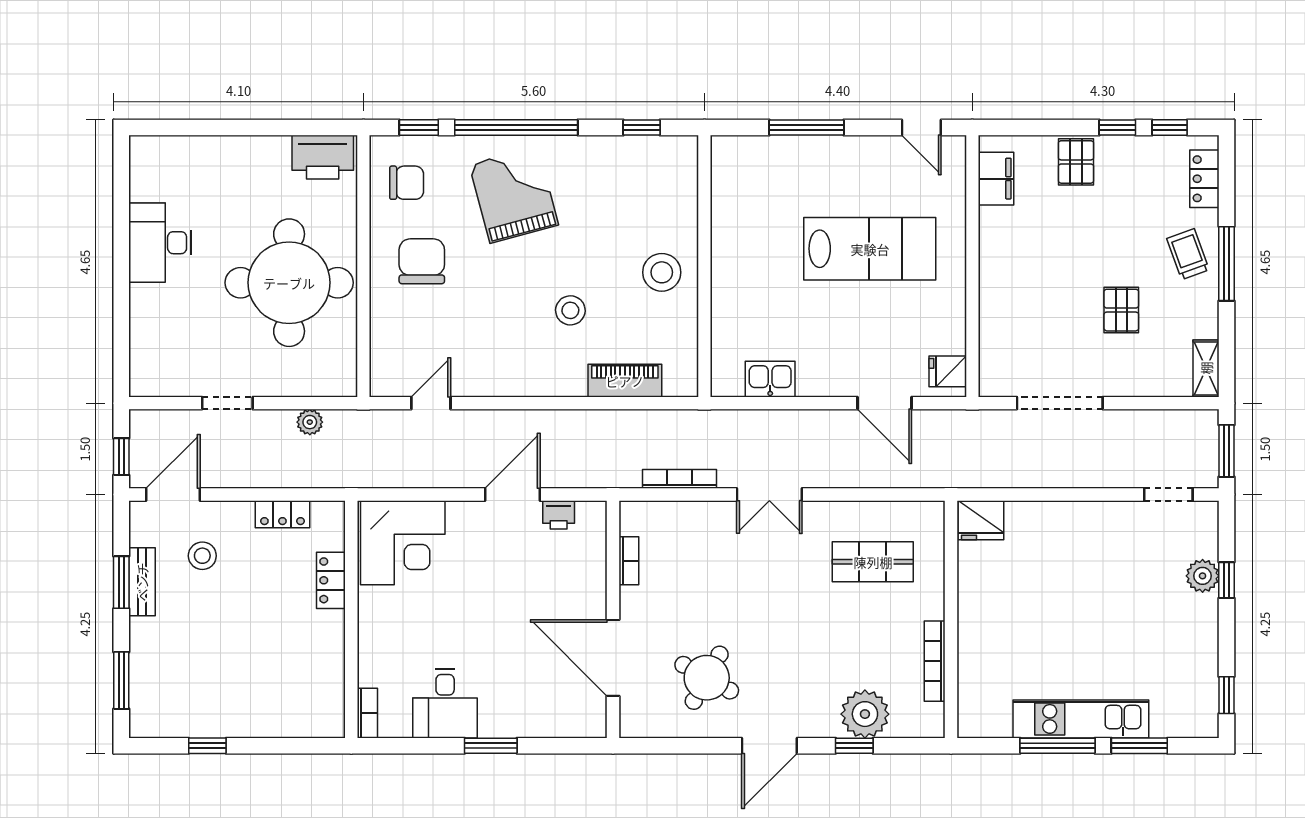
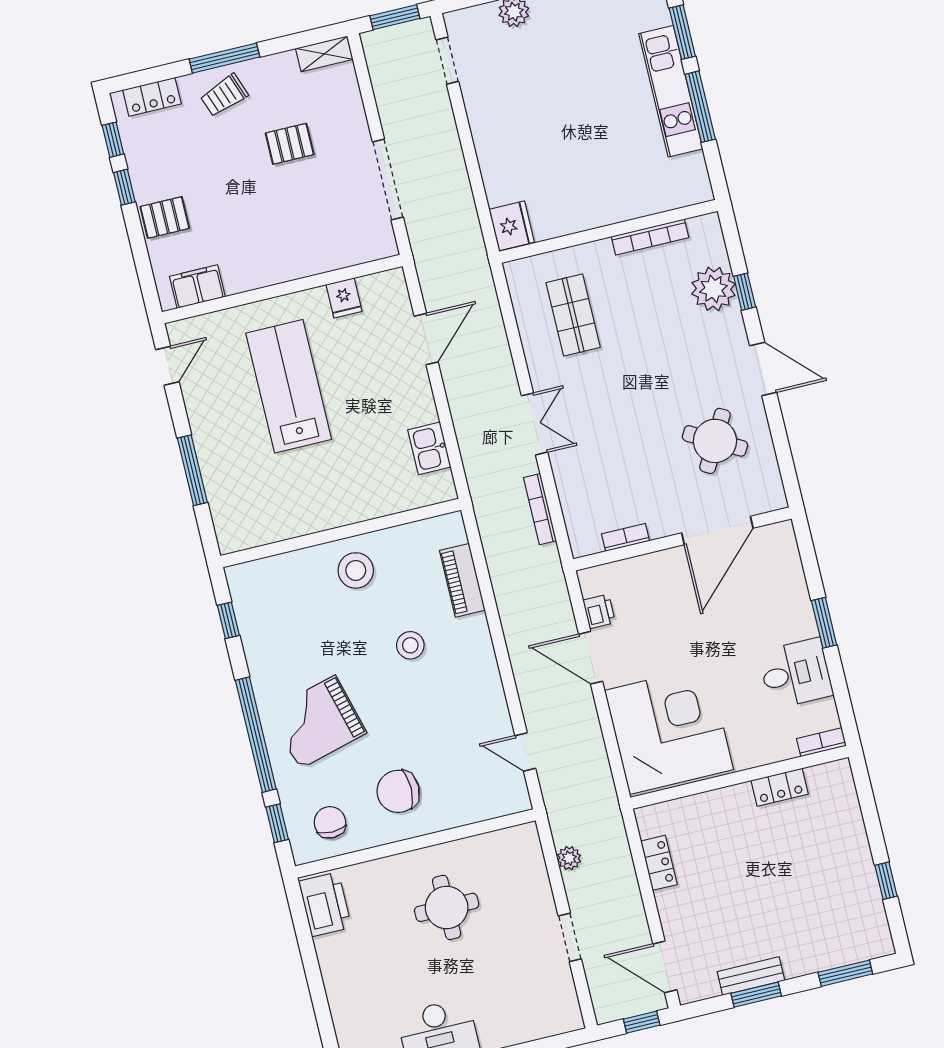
round table: (289, 283) -> (447, 907), width x0.54, depth x0.54
fridge: (948, 371) -> (344, 298), moved
corner desk: (403, 543) -> (669, 730), width x1.36, depth x1.36
stool: (202, 556) -> (714, 927), removed
locker: (331, 580) -> (780, 787), moved

